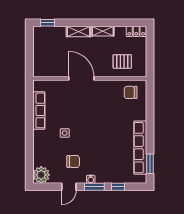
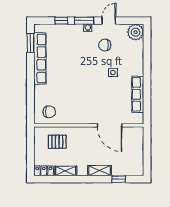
window: (48, 23) -> (119, 179), moved
shelving: (103, 31) -> (66, 171), moved
door: (81, 78) -> (110, 125), moved

